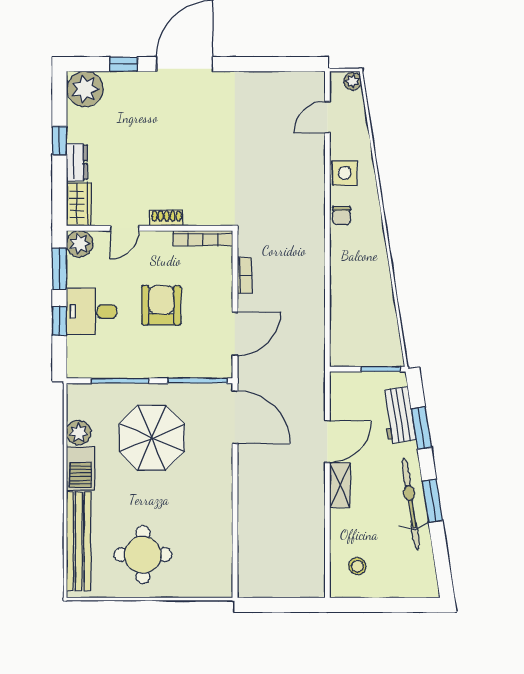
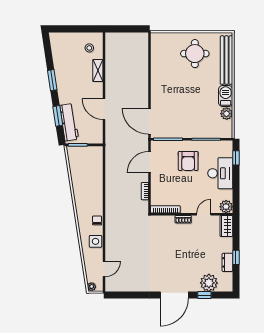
plant: (85, 89) -> (209, 283), moved
dresser: (77, 162) -> (227, 262), moved
window: (59, 269) -> (236, 194), removed
armchair: (161, 305) -> (188, 161), moved
desk: (91, 311) -> (220, 173), width x1.37
window: (59, 321) -> (236, 158), moved
workbench: (398, 415) -> (69, 122), width x1.38
parasol: (152, 438) -> (190, 111), removed
door: (327, 442) -> (104, 109), hinge flipped
shelving: (340, 485) -> (98, 70), moved
bicycle: (411, 504) -> (63, 78), removed

